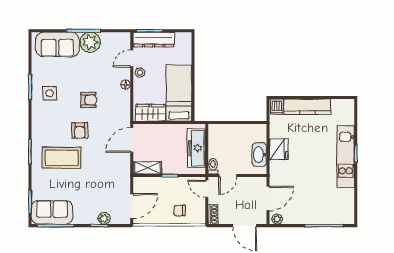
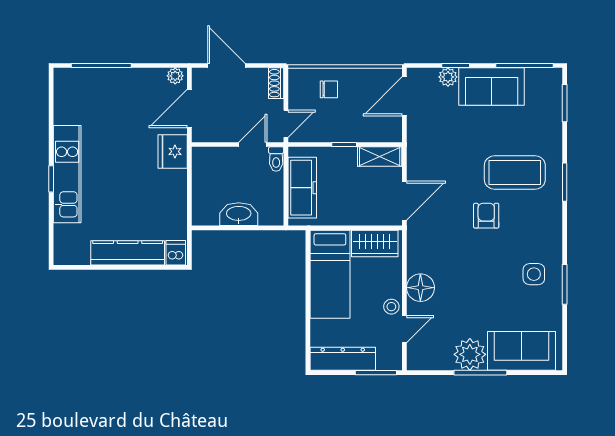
dresser: (154, 39) -> (343, 359), moved
floor lamp: (126, 85) -> (420, 288), width x1.89, depth x1.89
armchair: (88, 100) -> (472, 263), removed
fridge: (279, 149) -> (173, 151), moved
washbasin: (259, 155) -> (239, 214), moved, turned -90
door: (207, 189) -> (286, 124), hinge flipped
sofa: (52, 212) -> (492, 87), moved

